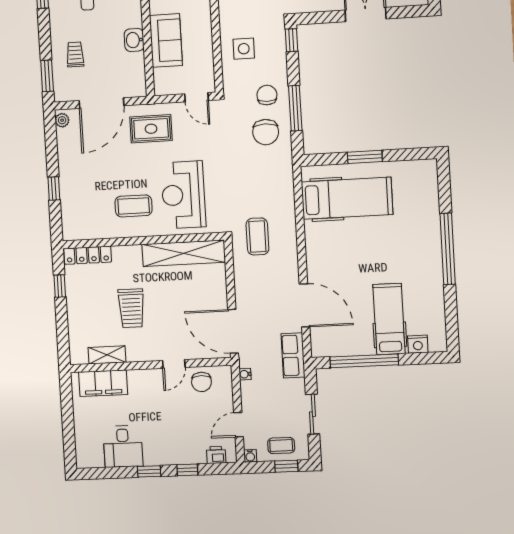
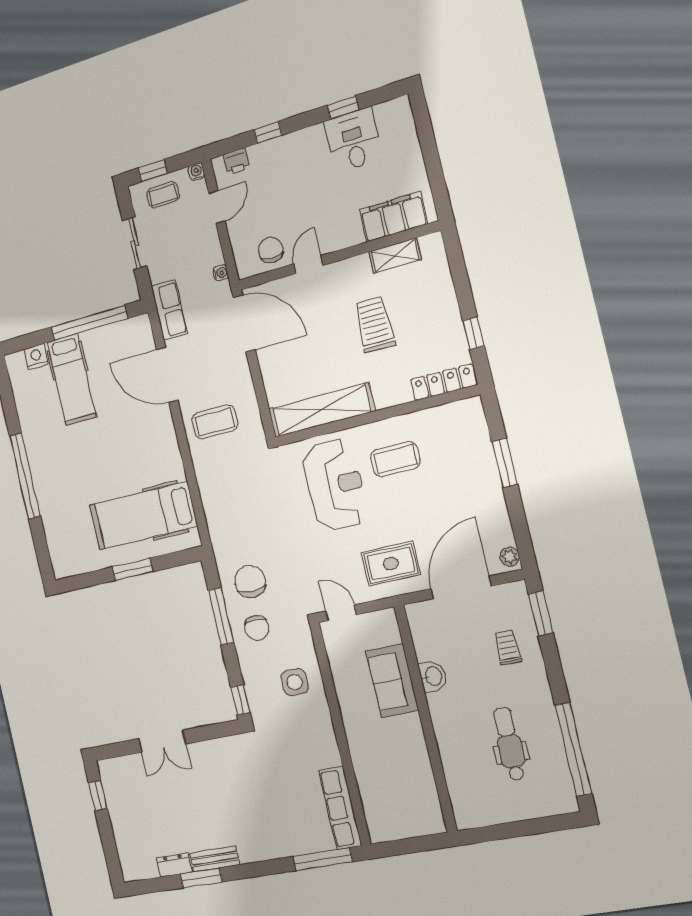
trolley: (75, 54) -> (508, 647), turned 180
window: (54, 189) -> (505, 463), width x1.50
coffee table: (257, 236) -> (215, 422), moved, turned 90
window: (149, 471) -> (343, 107), moved

